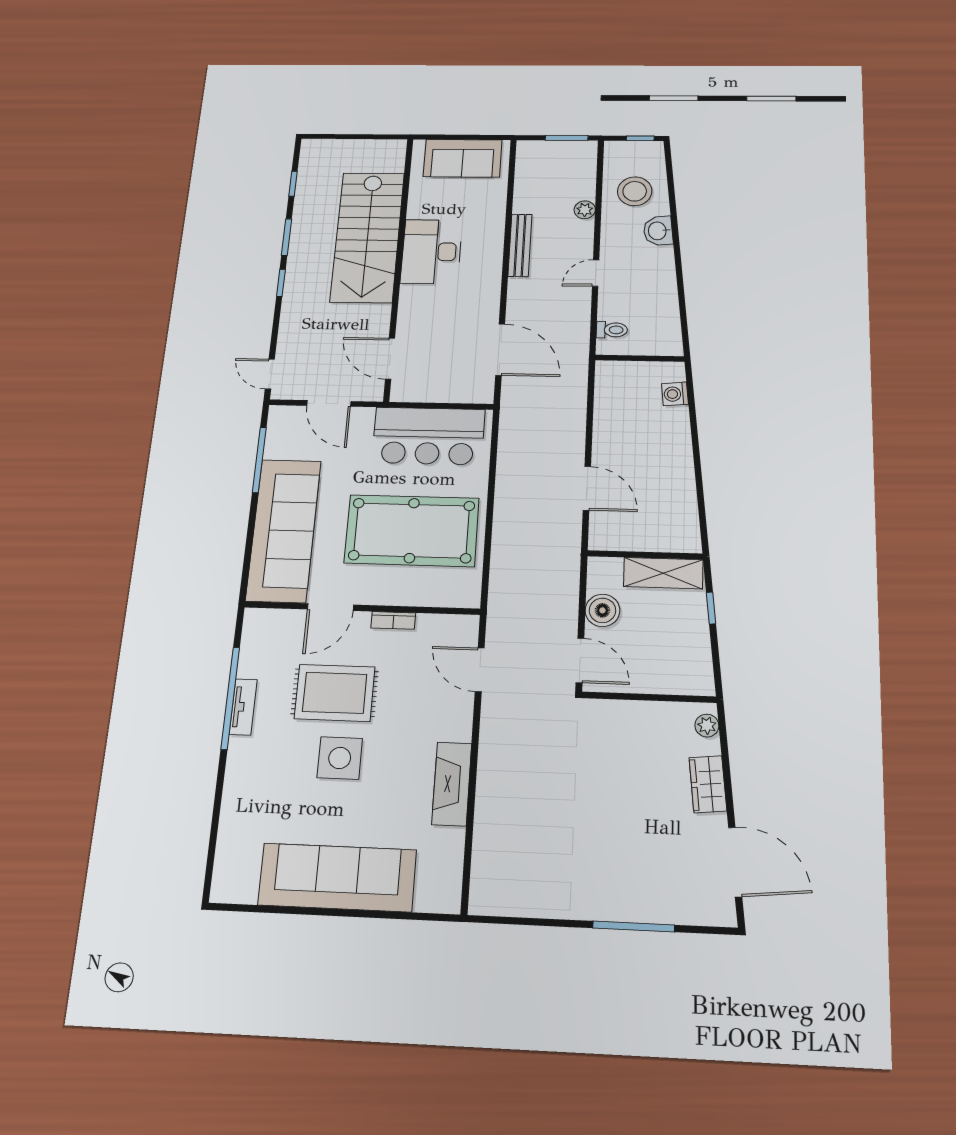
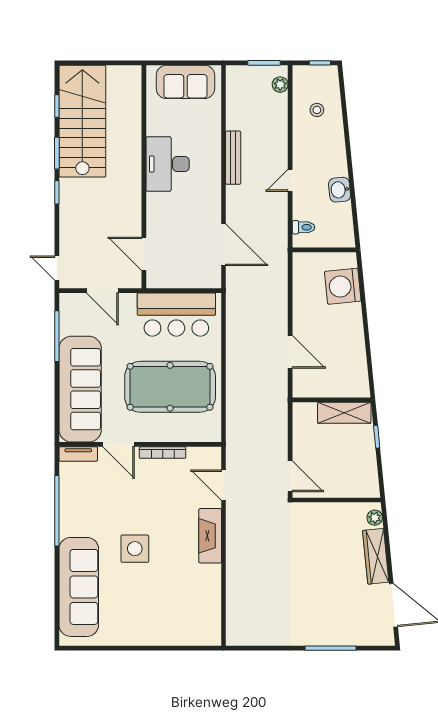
stool: (635, 191) -> (317, 110), width x0.53, depth x0.53
plant: (585, 210) -> (280, 85), moved
washbasin: (658, 231) -> (340, 190), moved
stairs: (367, 237) -> (82, 121), moved, turned 180
washing machine: (675, 394) -> (343, 286), width x1.89, depth x1.89
door: (330, 607) -> (119, 444), hinge flipped
boiler: (602, 610) -> (304, 441), removed
bookcase: (393, 620) -> (163, 453), width x1.56
rug: (335, 693) -> (127, 505), removed
tv unit: (243, 707) -> (78, 454), moved, turned 90
fireplace: (452, 784) -> (210, 536), moved
wardrobe: (708, 784) -> (376, 556), width x1.50
sofa: (337, 877) -> (79, 587), moved, turned 90

